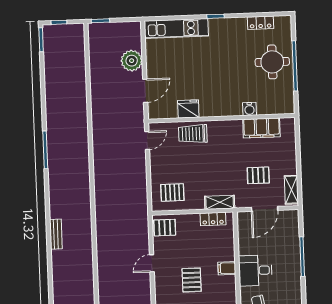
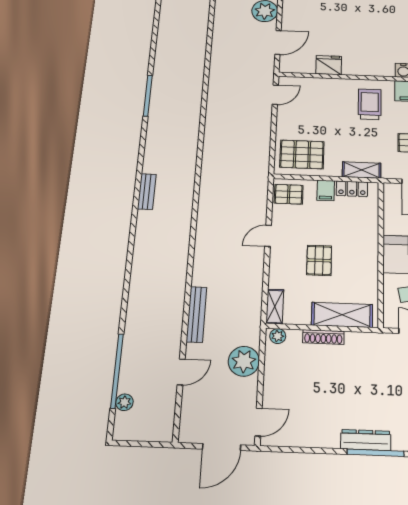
trolley: (193, 134) -> (370, 104), moved, turned 90
pallet: (172, 192) -> (302, 154), width x1.50, depth x1.42
filing cabinet: (227, 268) -> (326, 190), moved, turned -90

